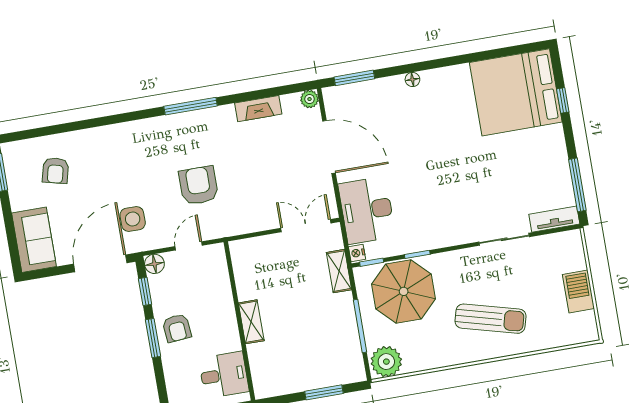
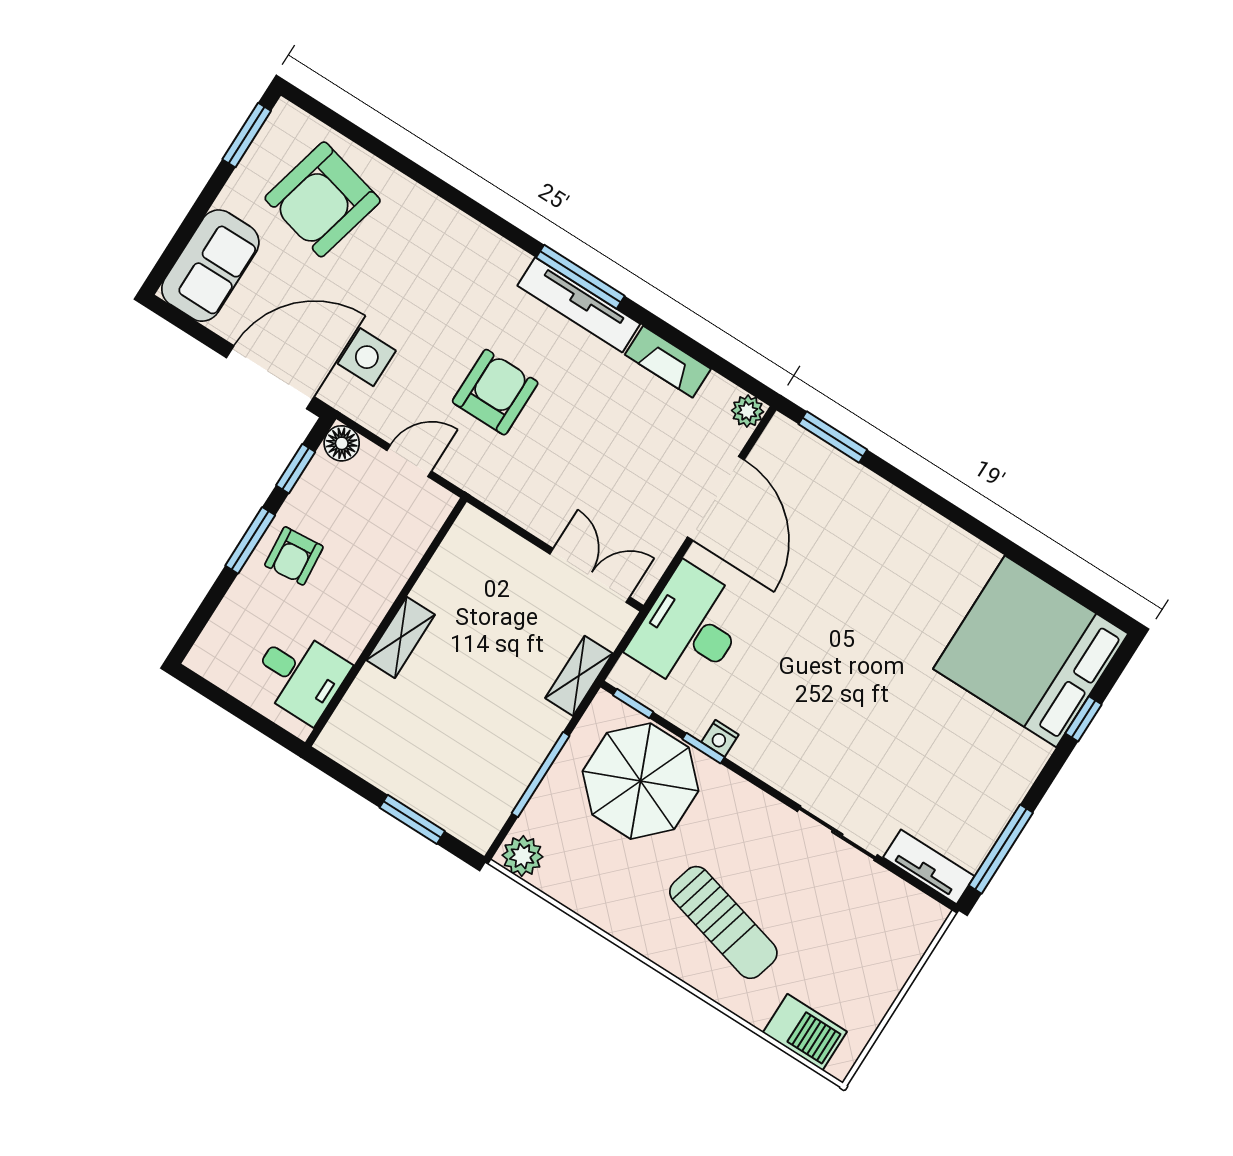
floor lamp: (412, 80) -> (908, 509), removed
tv unit: (200, 118) -> (579, 305), added
armchair: (55, 171) -> (323, 199), width x1.88, depth x1.88
nightstand: (357, 253) -> (720, 738), moved, turned -90
barbecue: (578, 292) -> (805, 1032), moved, turned 90
plant: (386, 362) -> (522, 856), width x0.73, depth x0.73

